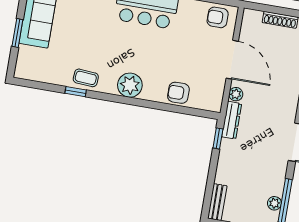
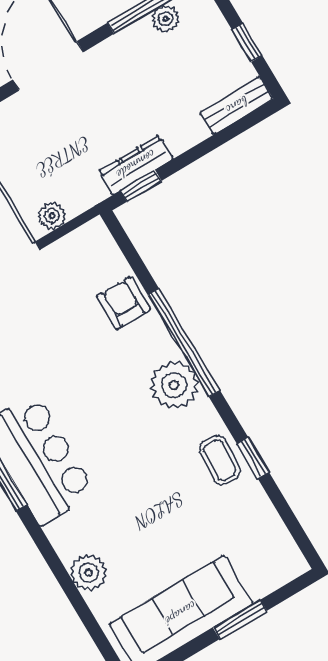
armchair: (178, 93) -> (123, 303), turned 180
window: (143, 103) -> (184, 343), added
dresser: (232, 120) -> (136, 165), moved

